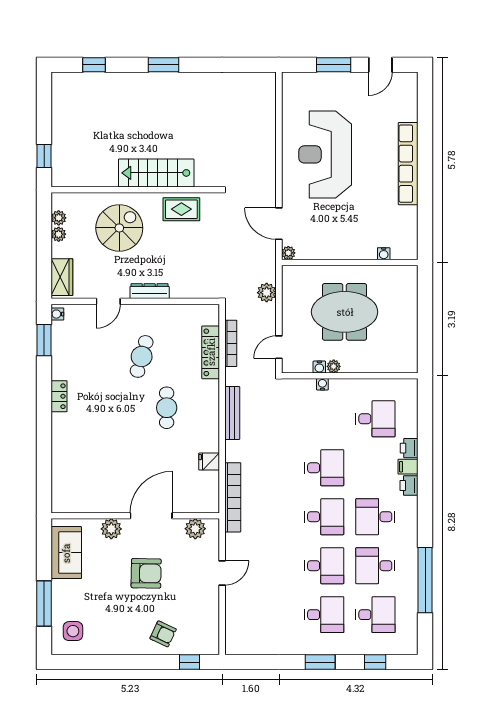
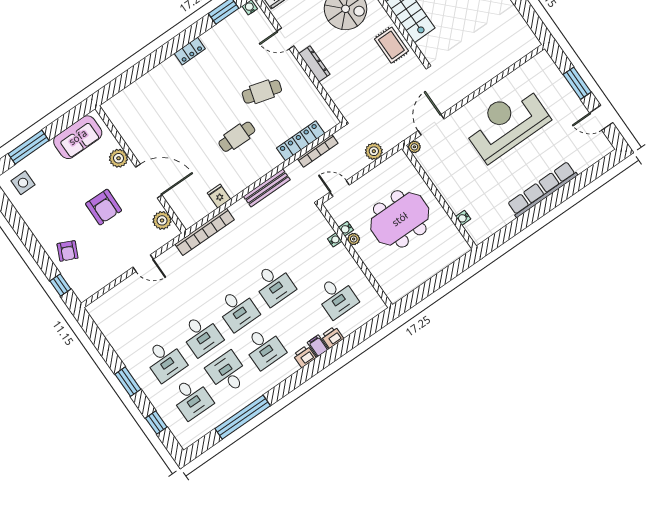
meeting table: (345, 312) -> (400, 219), turned 90
desk: (375, 517) -> (264, 348), turned 180

